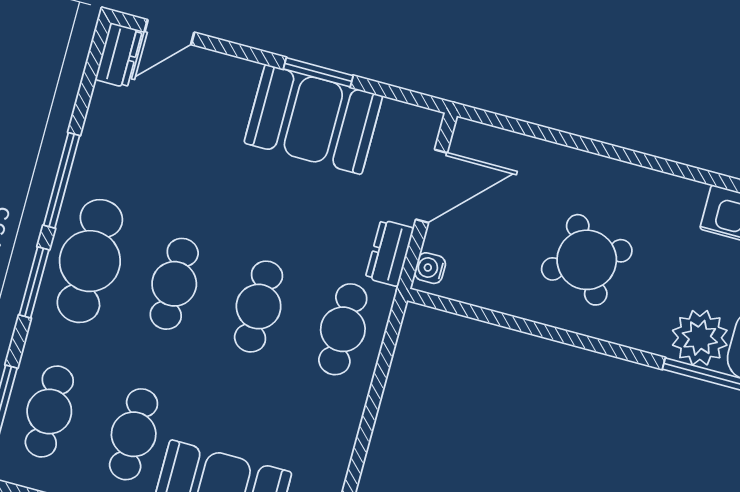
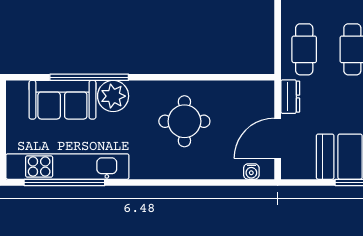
round table: (587, 260) -> (184, 121), turned 30
water cooler: (430, 268) -> (251, 172), moved, turned 90

